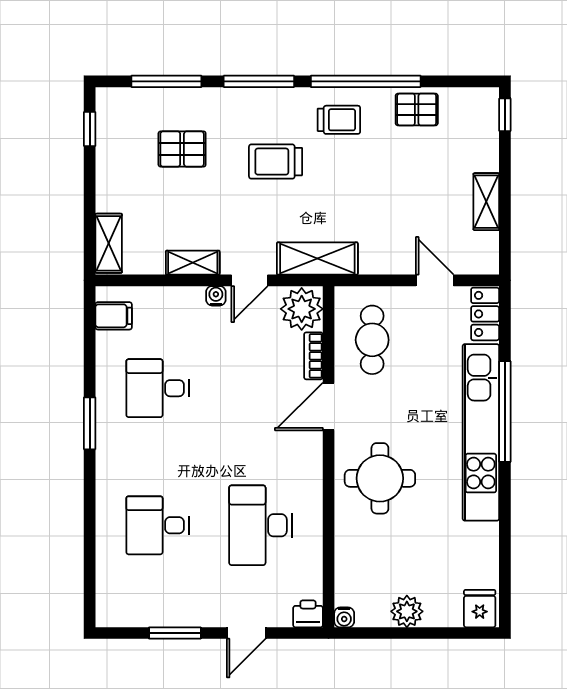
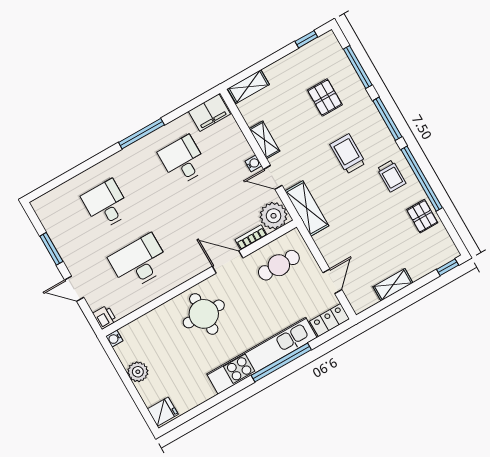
filing cabinet: (114, 316) -> (209, 113), width x2.00
window: (90, 423) -> (141, 134), width x1.44

